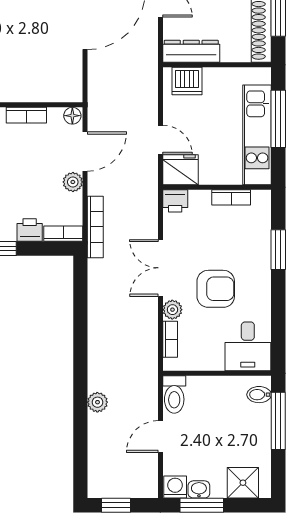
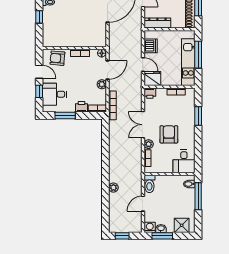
dishwasher: (187, 81) -> (151, 46), moved, turned -90
armchair: (216, 289) -> (169, 134), turned -90

